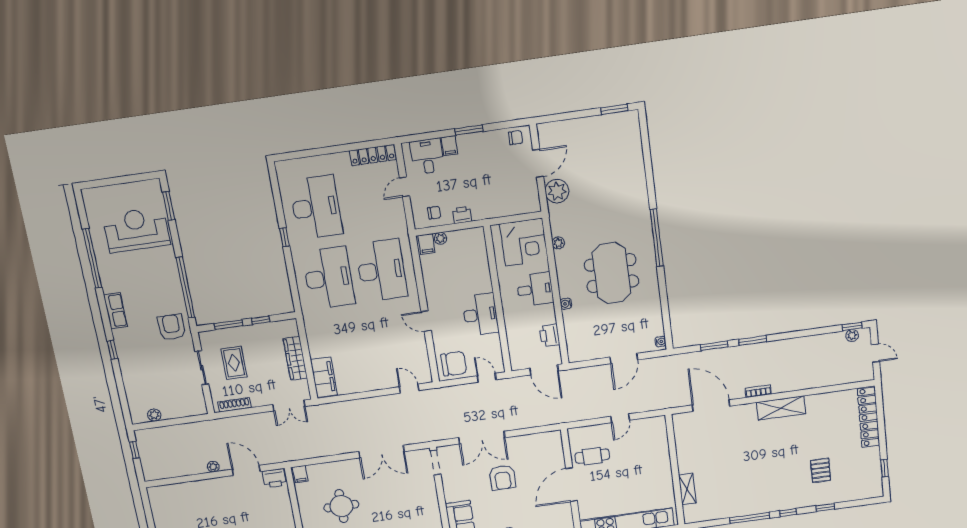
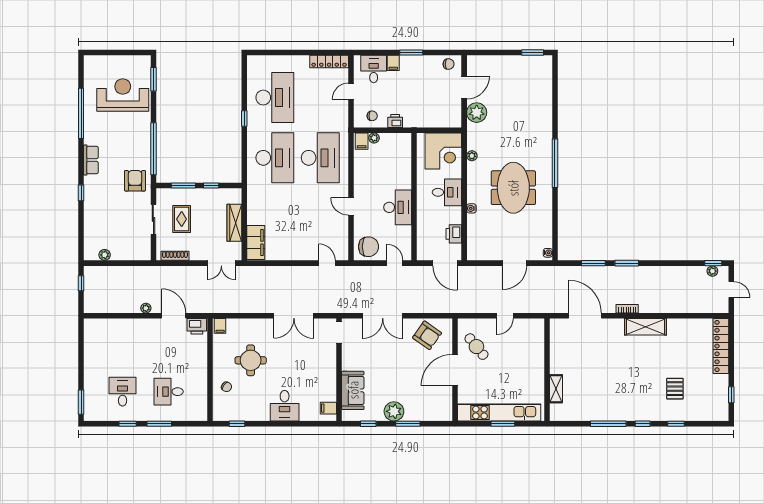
cafe table: (592, 456) -> (476, 347), turned 51
armchair: (502, 478) -> (427, 335), moved, turned -55

